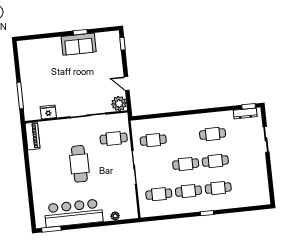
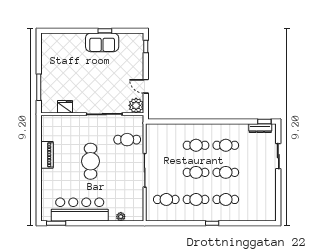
piano: (33, 136) -> (47, 155), moved
cafe table: (153, 140) -> (196, 145), moved

